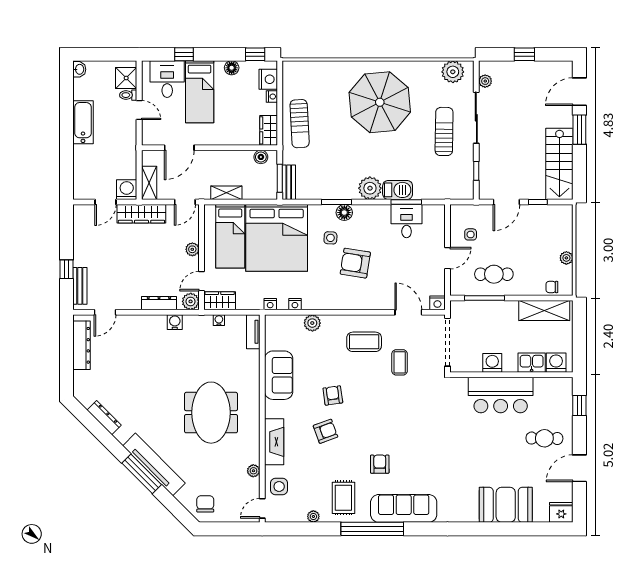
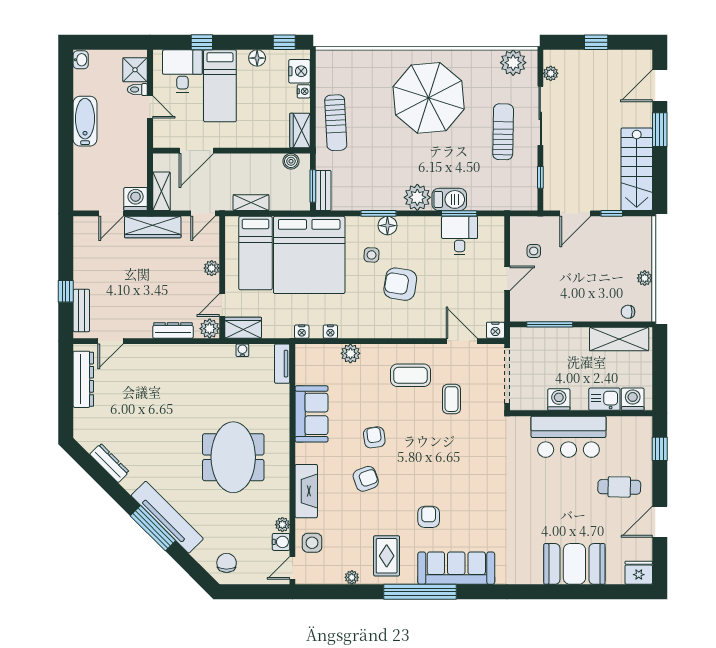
cafe table: (494, 274) -> (561, 297), removed
water cooler: (175, 322) -> (281, 542), moved, turned 90

